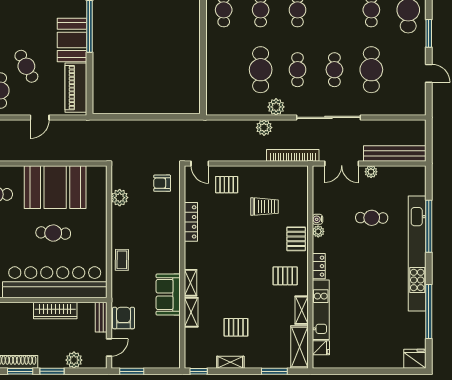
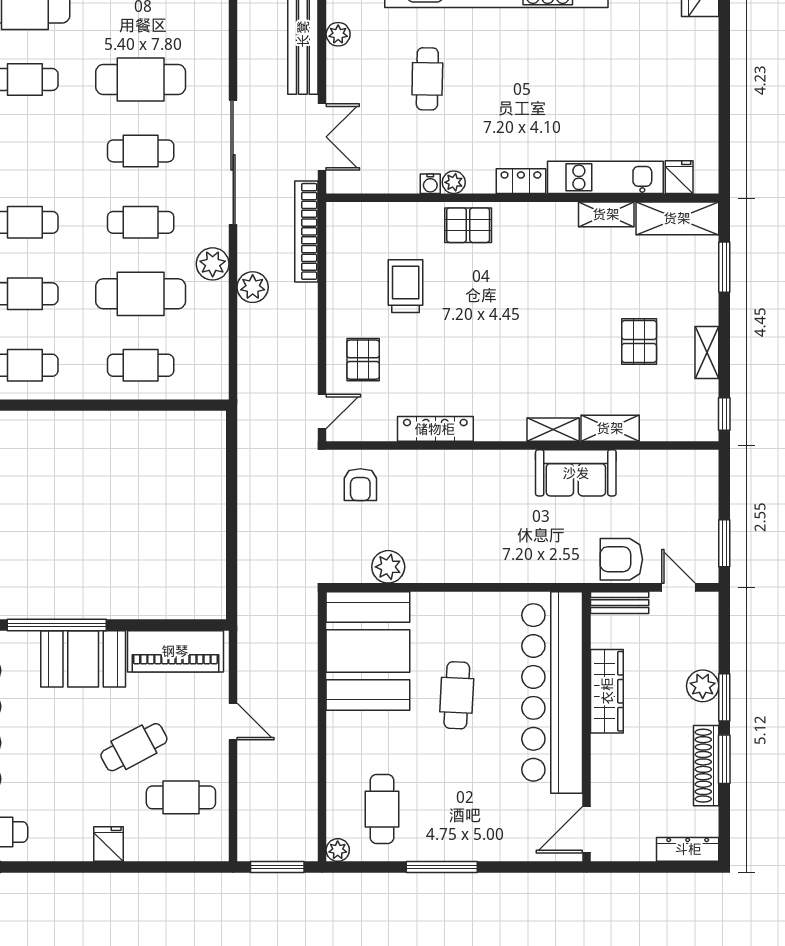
cafe table: (224, 70) -> (141, 365), added
plant: (371, 172) -> (338, 34), moved
booth: (55, 187) -> (368, 651), moved
coffee table: (122, 260) -> (509, 562), removed
pallet: (285, 276) -> (540, 246), removed
plant: (74, 360) -> (703, 686), moved

